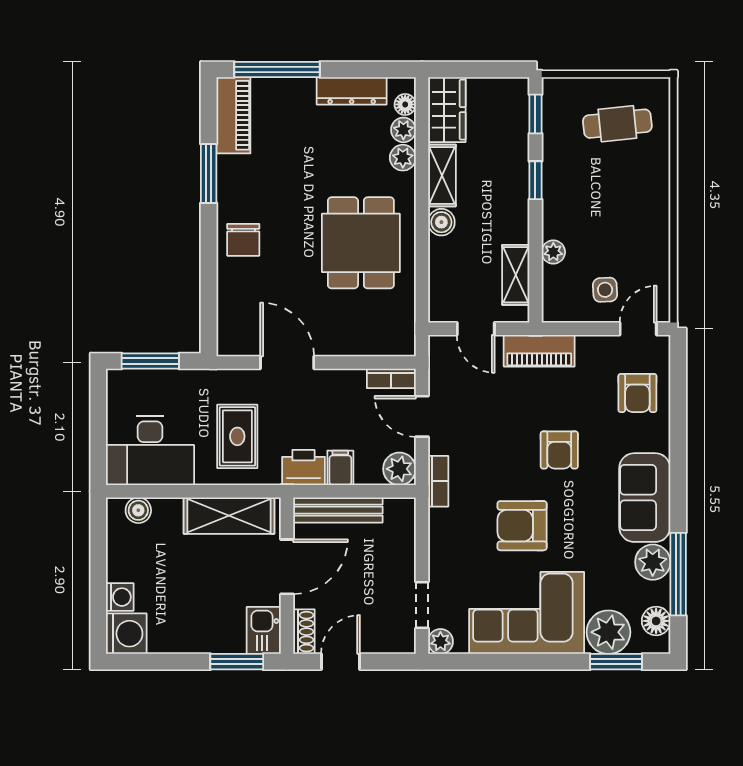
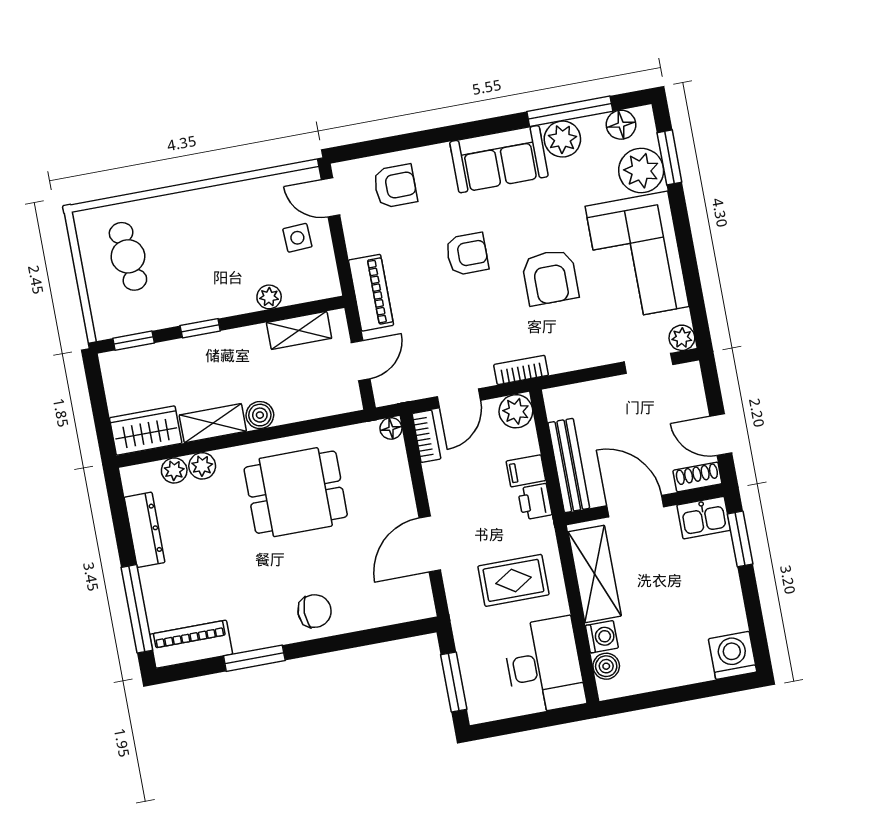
floor lamp: (405, 104) -> (391, 428), moved
printer: (303, 467) -> (535, 502), width x0.73, depth x0.81
washing machine: (120, 597) -> (602, 637), moved, turned 90

